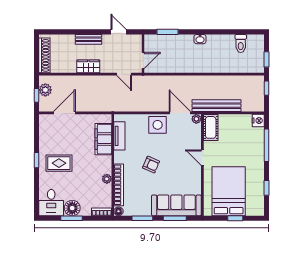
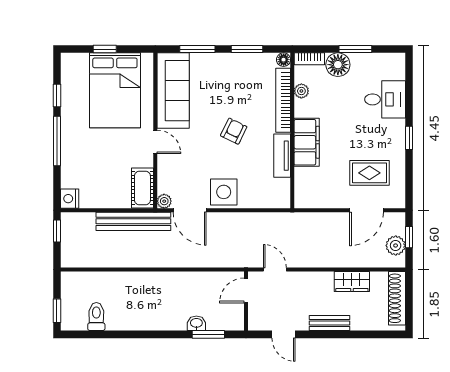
washbasin: (200, 39) -> (196, 323), moved
window: (266, 59) -> (57, 311), moved
wardrobe: (88, 66) -> (352, 281), moved
window: (266, 88) -> (57, 231), moved
tv unit: (119, 136) -> (282, 156), moved
filing cabinet: (103, 139) -> (307, 142), moved
window: (266, 145) -> (57, 141), moved
rug: (59, 163) -> (369, 173), moved
armchair: (151, 165) -> (234, 131), turned 92
plant: (107, 179) -> (301, 91), moved
desk: (51, 203) -> (385, 99), moved, turned 90
sofa: (176, 205) -> (173, 91), moved, turned -90
floor lamp: (72, 208) -> (338, 65), moved

